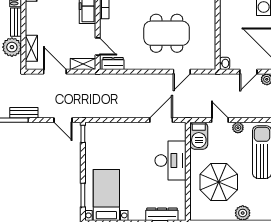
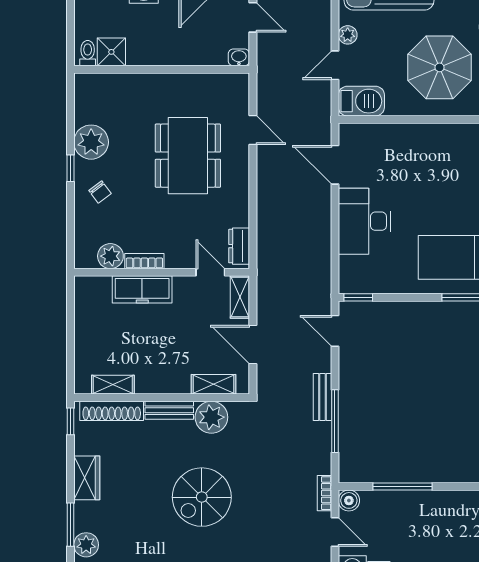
door: (98, 47) -> (210, 272), hinge flipped
door: (55, 72) -> (253, 345), hinge flipped
door: (63, 120) -> (335, 331), swing flipped
desk: (170, 161) -> (364, 221), moved, turned -90

